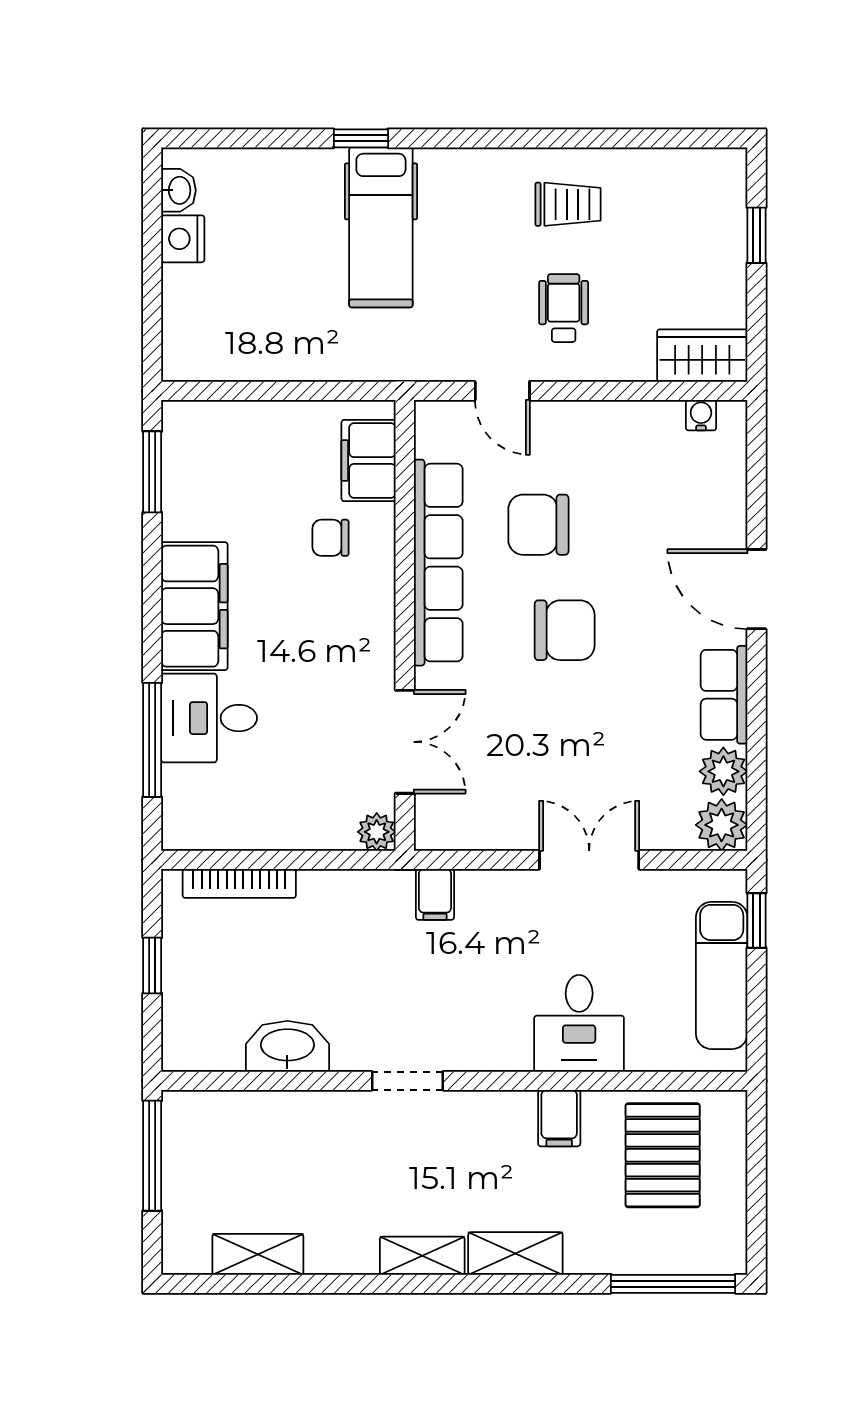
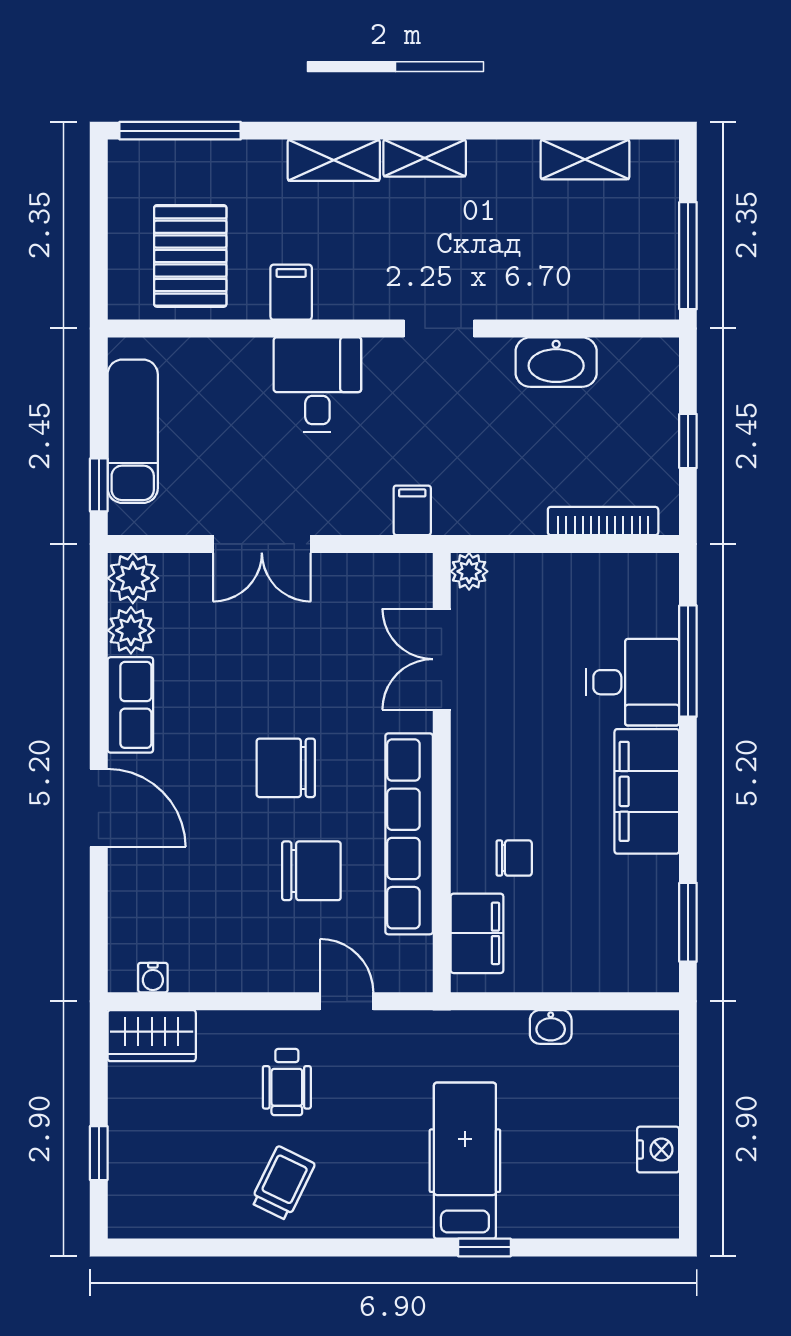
washbasin: (179, 190) -> (551, 1027), moved, turned -90
trolley: (568, 204) -> (283, 1183), turned 116
desk: (579, 1023) -> (317, 385), moved

